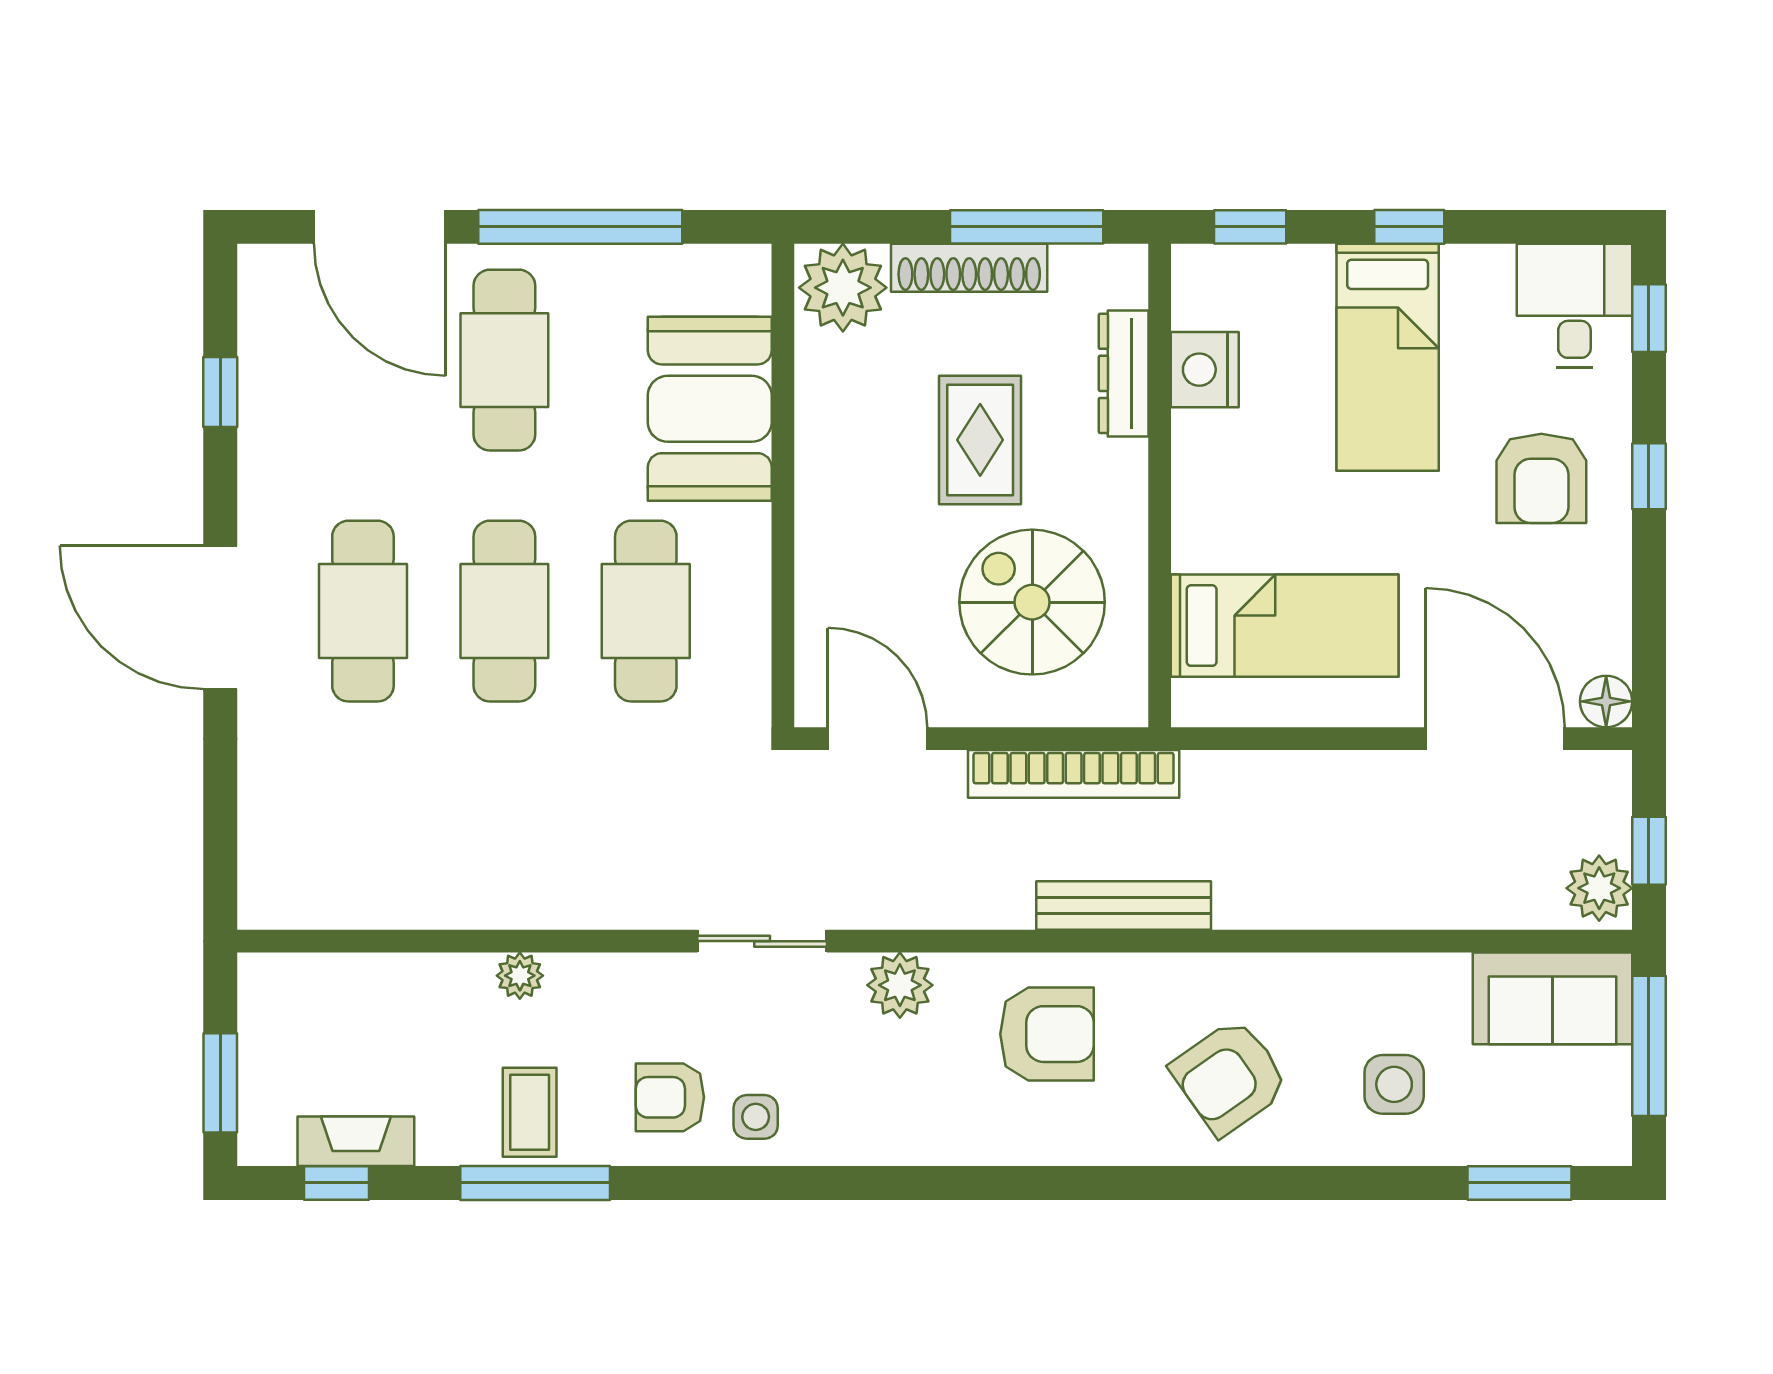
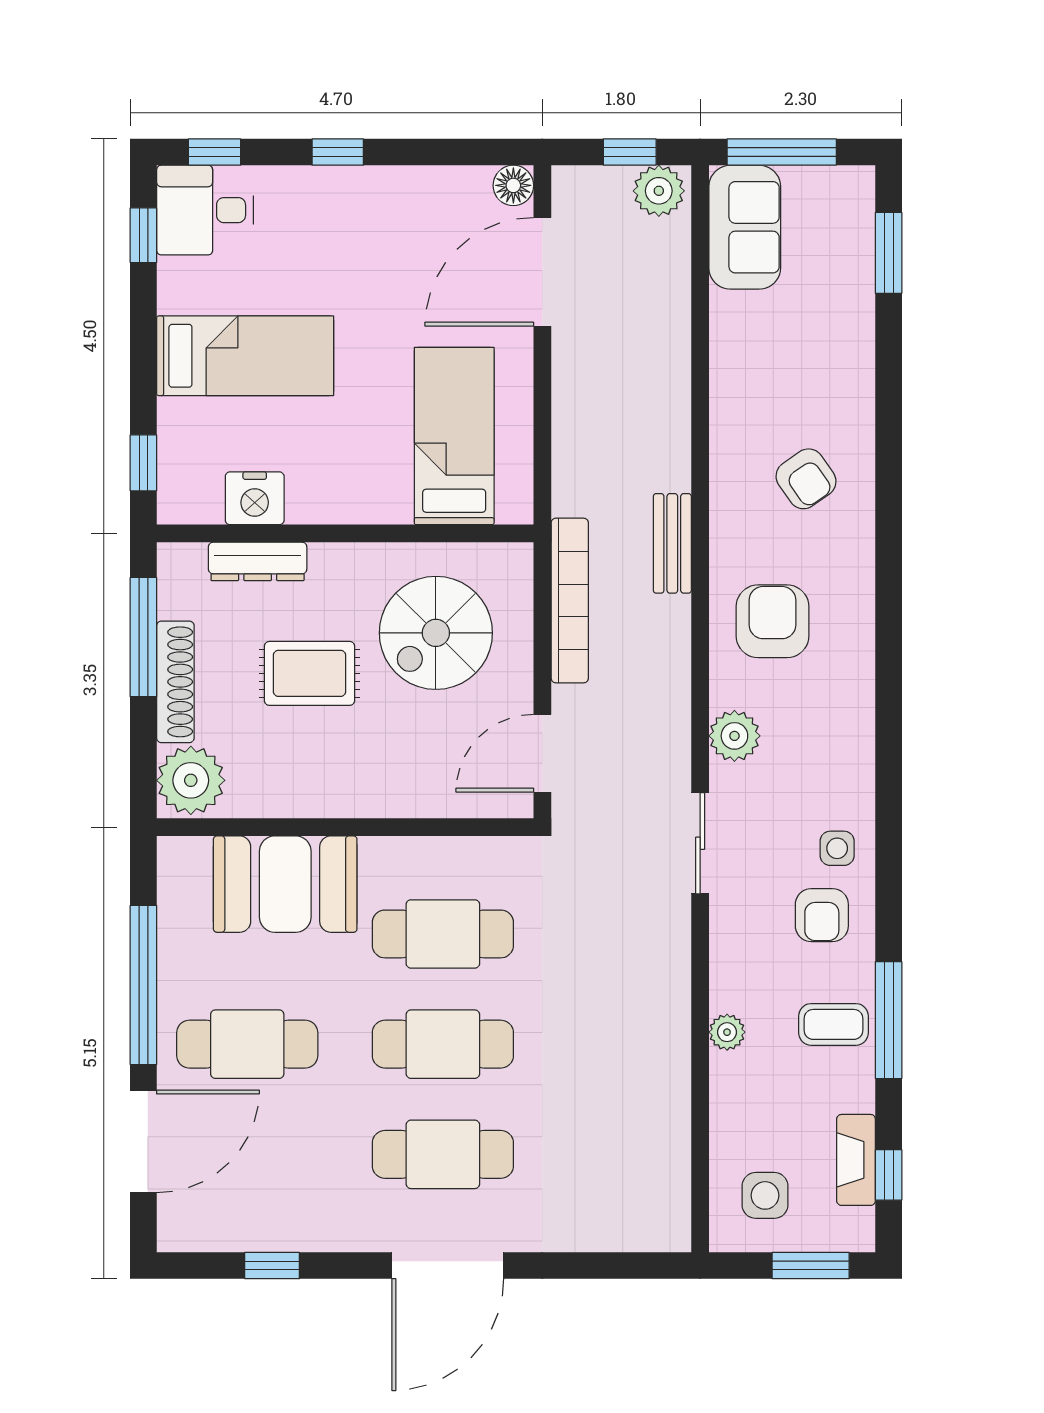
window: (1409, 227) -> (143, 235), moved
armchair: (1541, 478) -> (339, 236), removed
bench: (1124, 905) -> (672, 543), width x0.73
armchair: (1230, 1077) -> (806, 479), width x0.72, depth x0.72
side table: (1394, 1084) -> (765, 1195), moved

